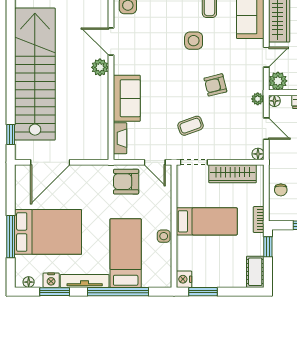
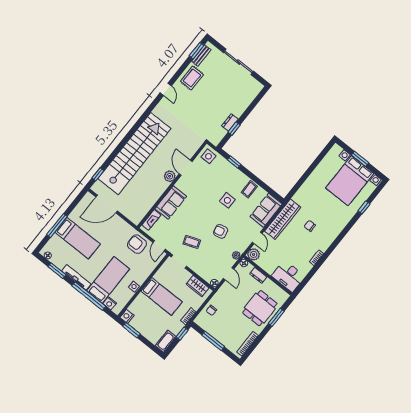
door: (266, 57) -> (257, 238), hinge flipped
wardrobe: (233, 174) -> (198, 286), width x0.67
bed: (48, 232) -> (78, 238), width x0.67
nightstand: (51, 280) -> (110, 303), moved

